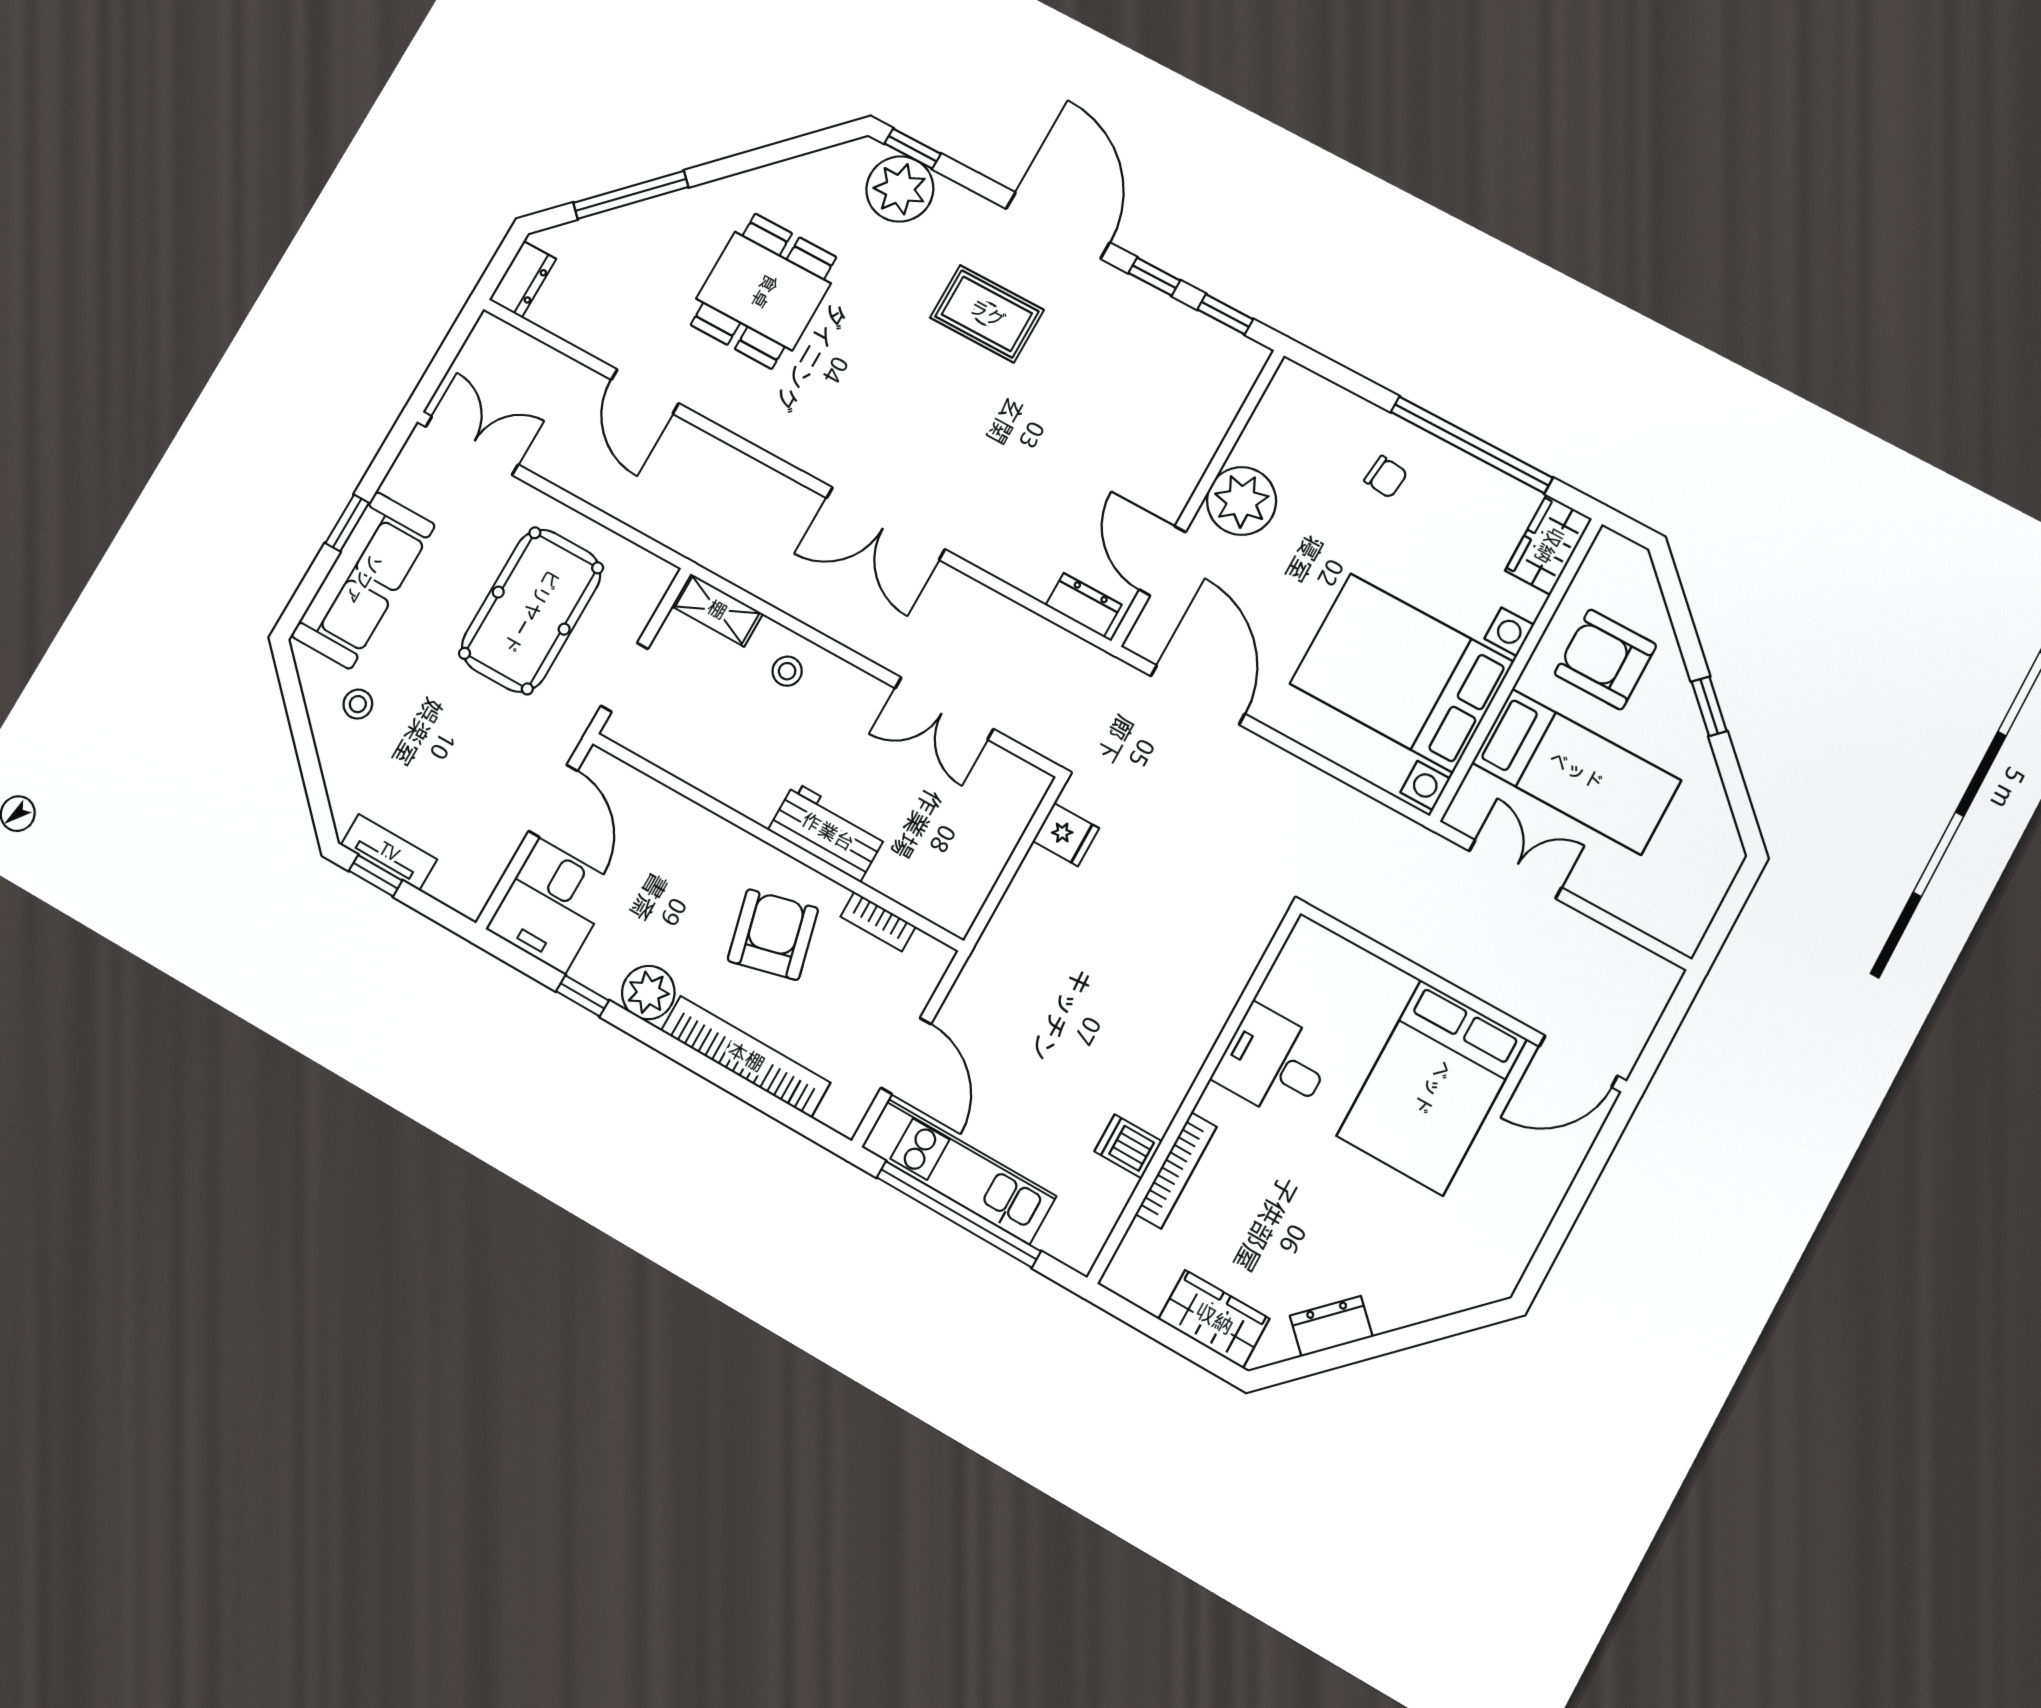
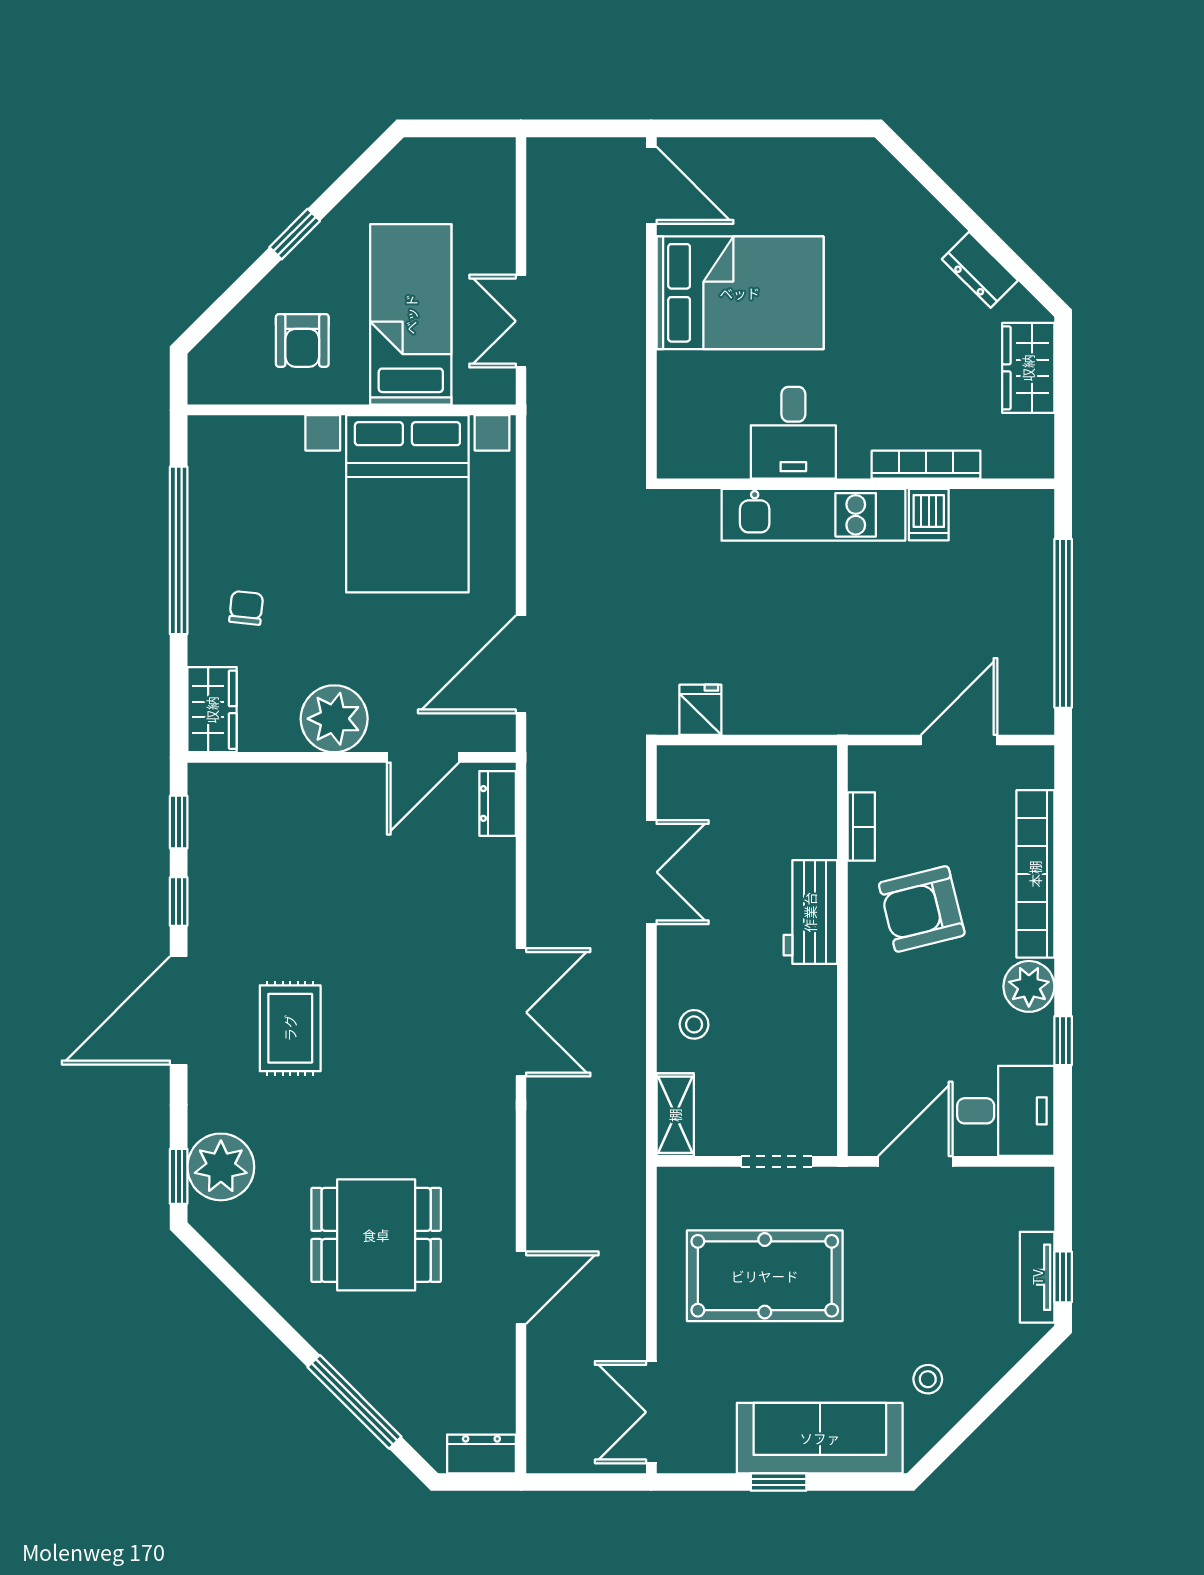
wardrobe: (1549, 545) -> (212, 710), moved, turned -90
armchair: (1605, 659) -> (302, 340), width x0.72, depth x0.72
kitchen unit: (959, 1171) -> (813, 515), moved, turned -90

